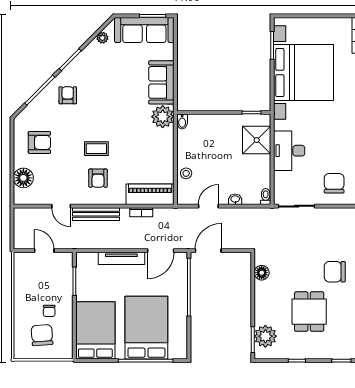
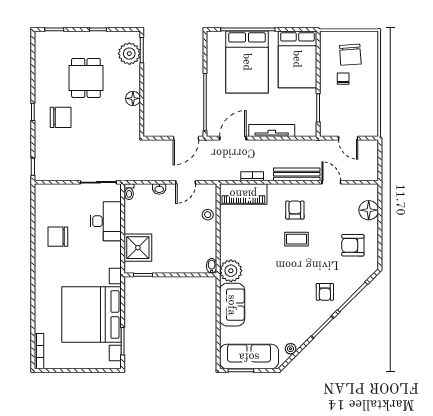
desk: (289, 151) -> (106, 221), moved
chair: (334, 183) -> (58, 237), moved, turned 90
floor lamp: (262, 273) -> (133, 98), moved

